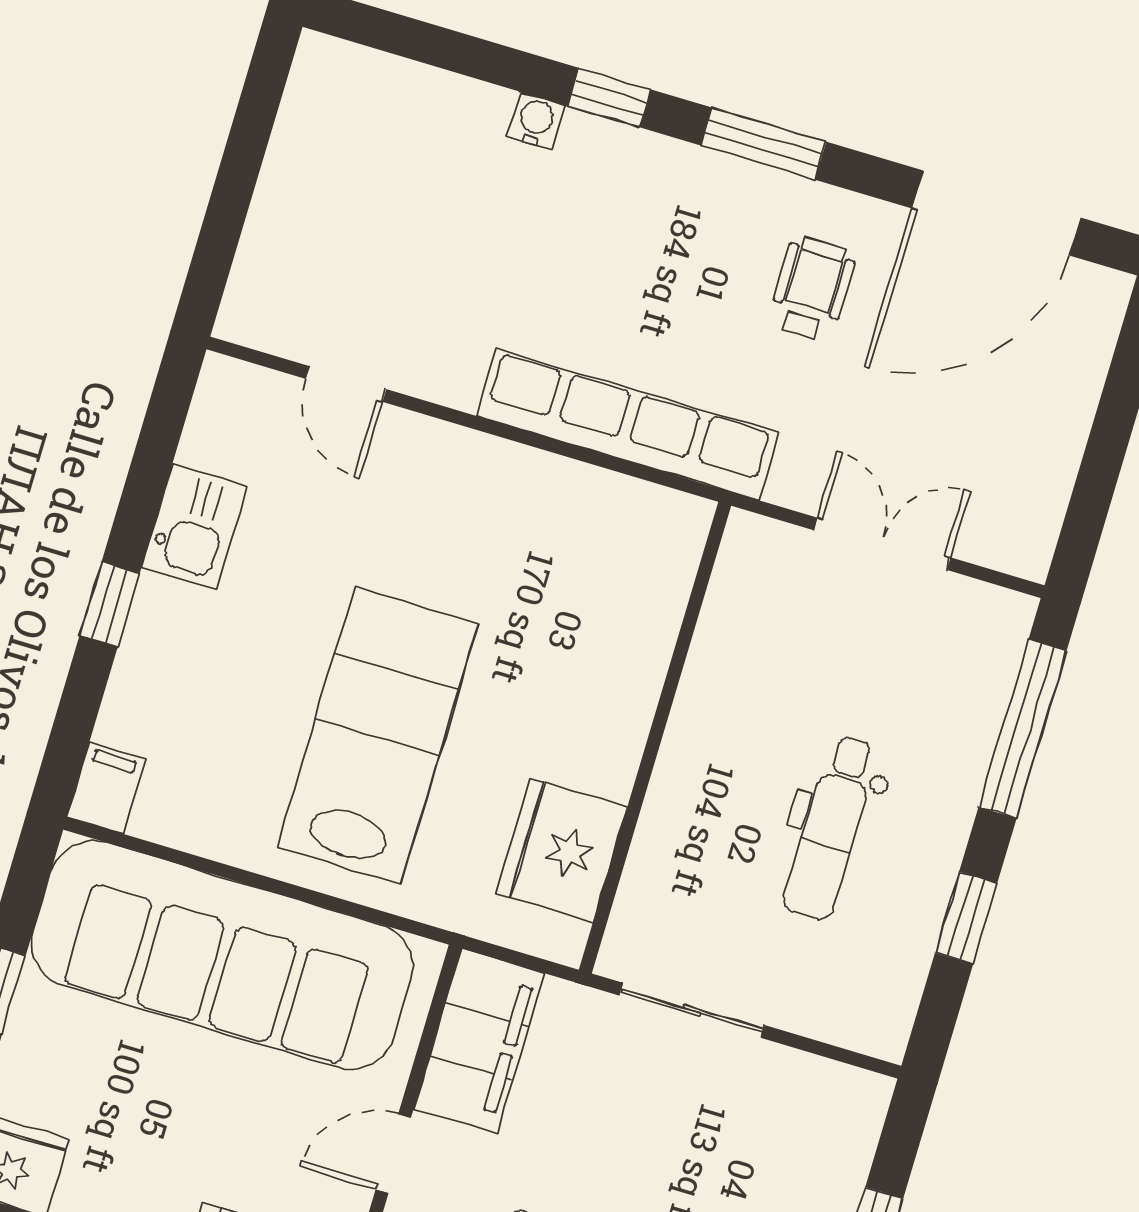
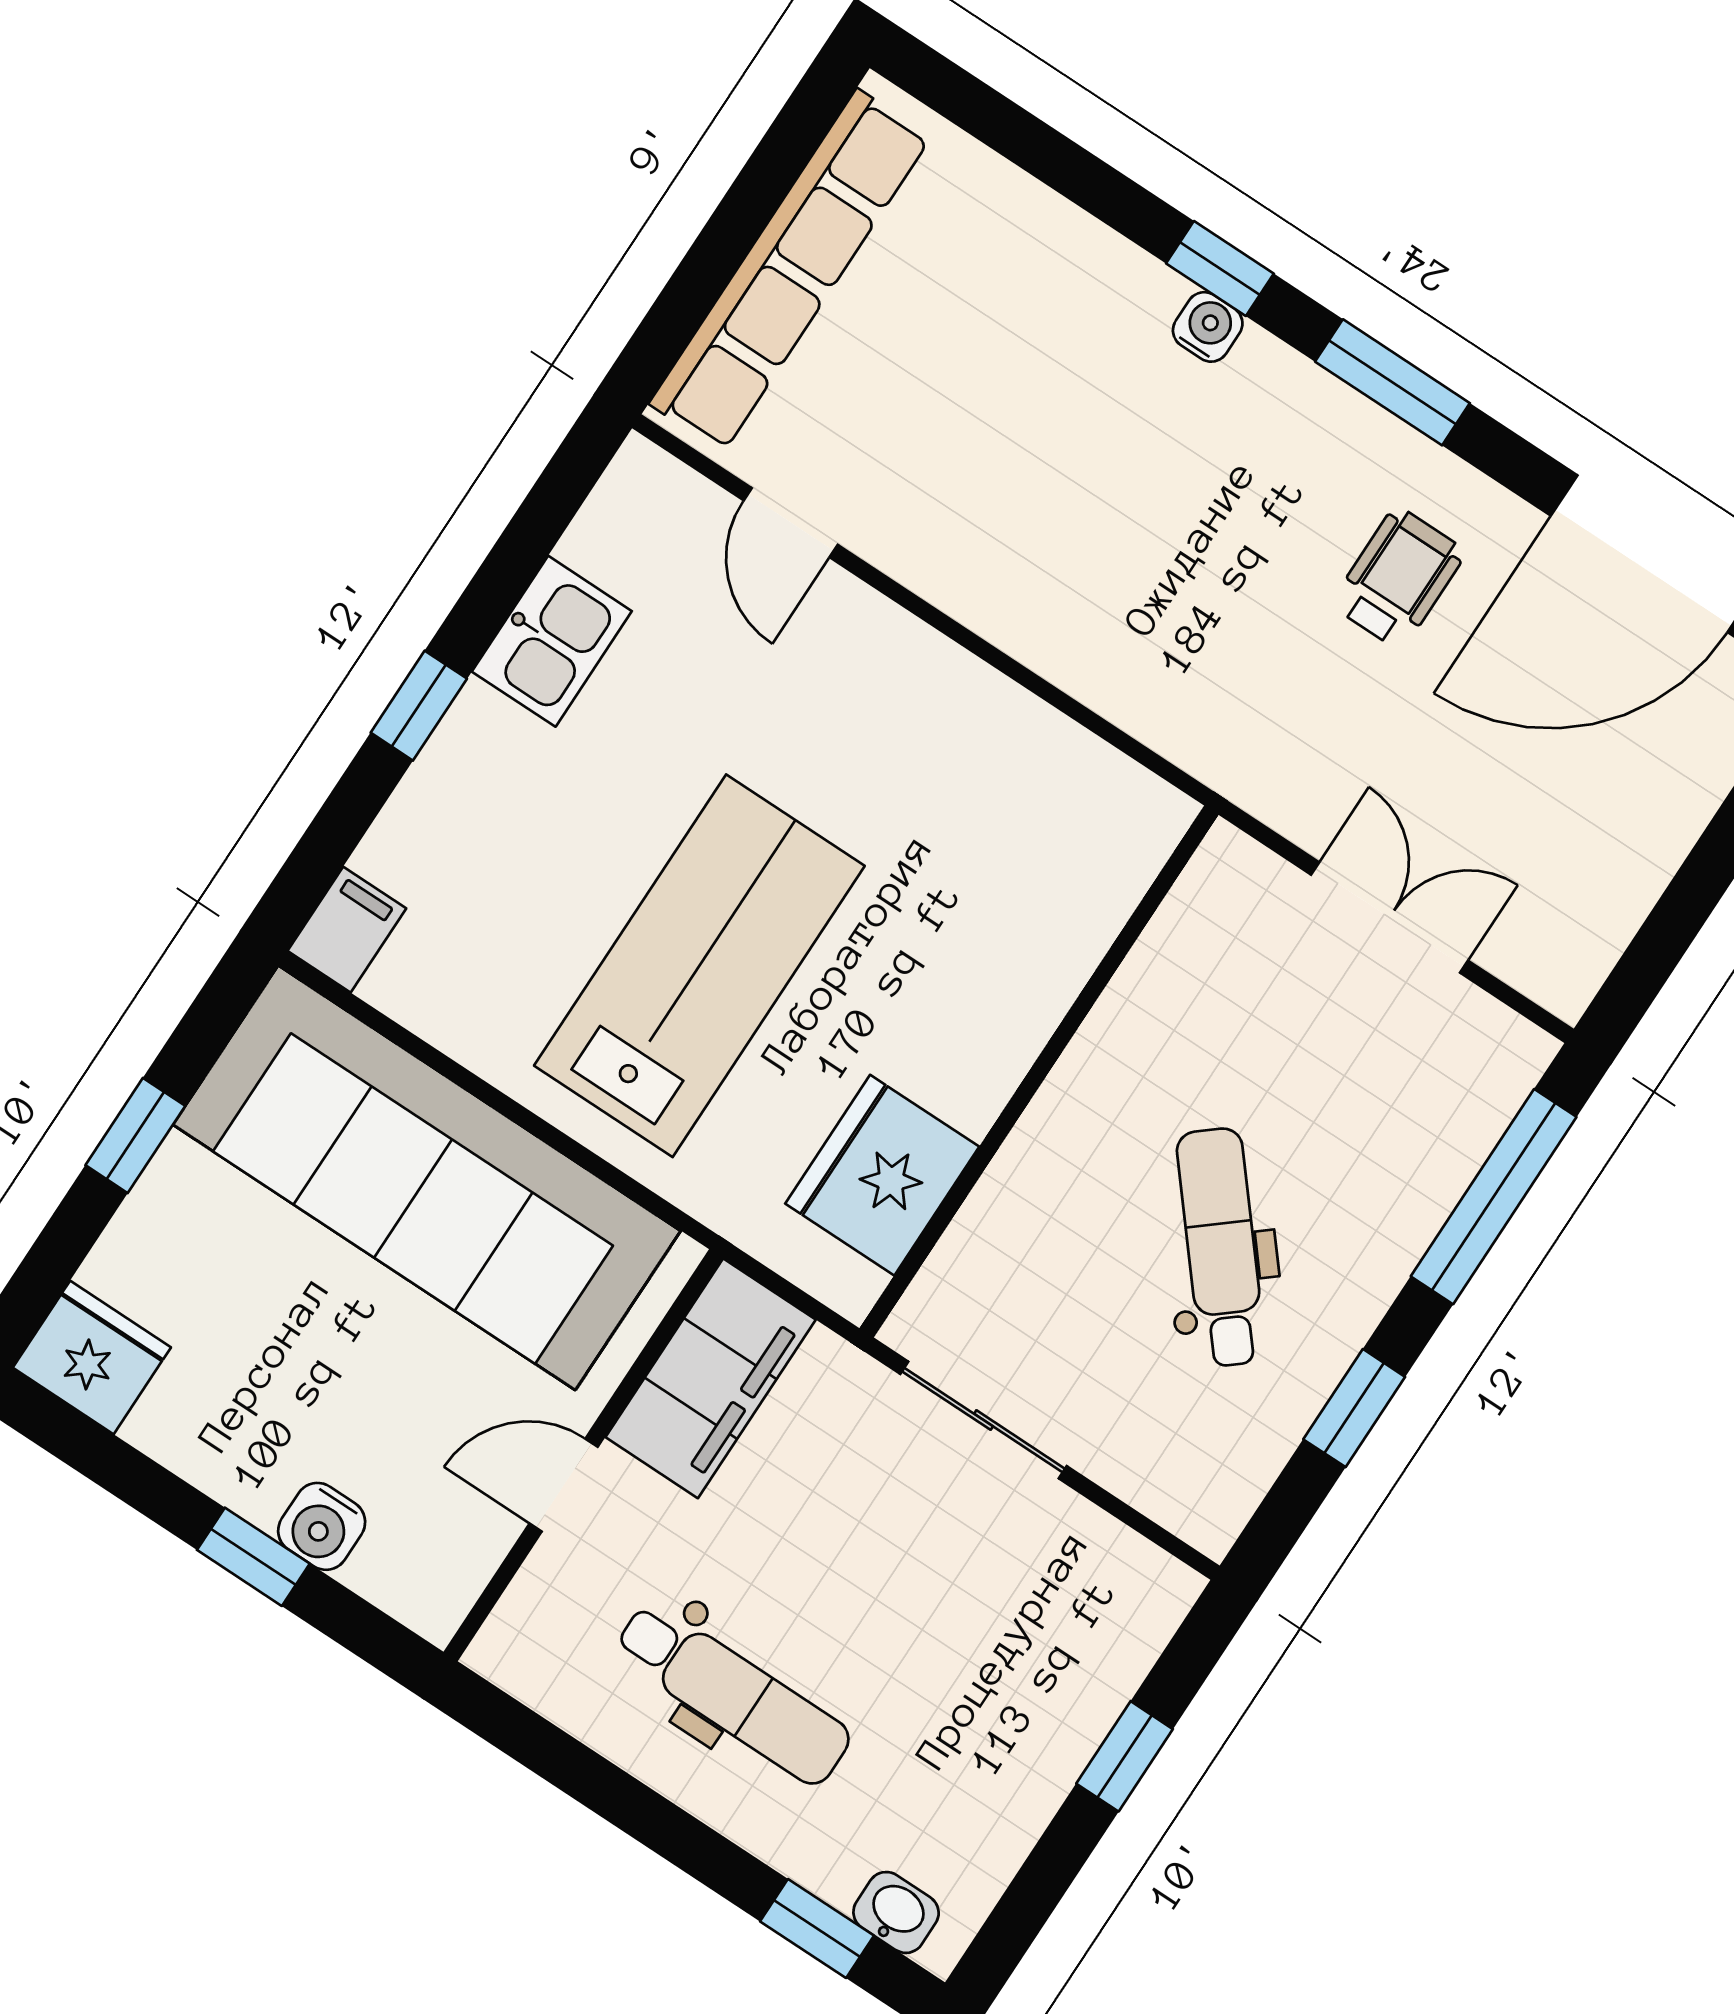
water cooler: (536, 121) -> (1208, 327), moved
row of seats: (627, 424) -> (790, 270), moved, turned 90
dental chair: (831, 828) -> (1221, 1247), turned 140

